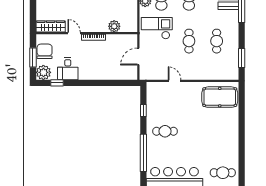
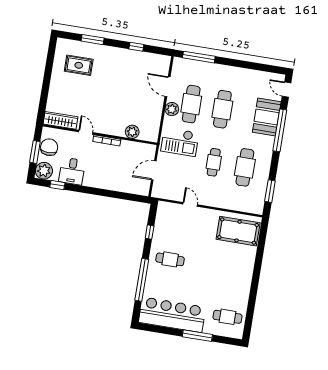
checkout: (157, 28) -> (180, 142), turned 180
cafe table: (217, 41) -> (245, 167), width x1.37, depth x1.35

